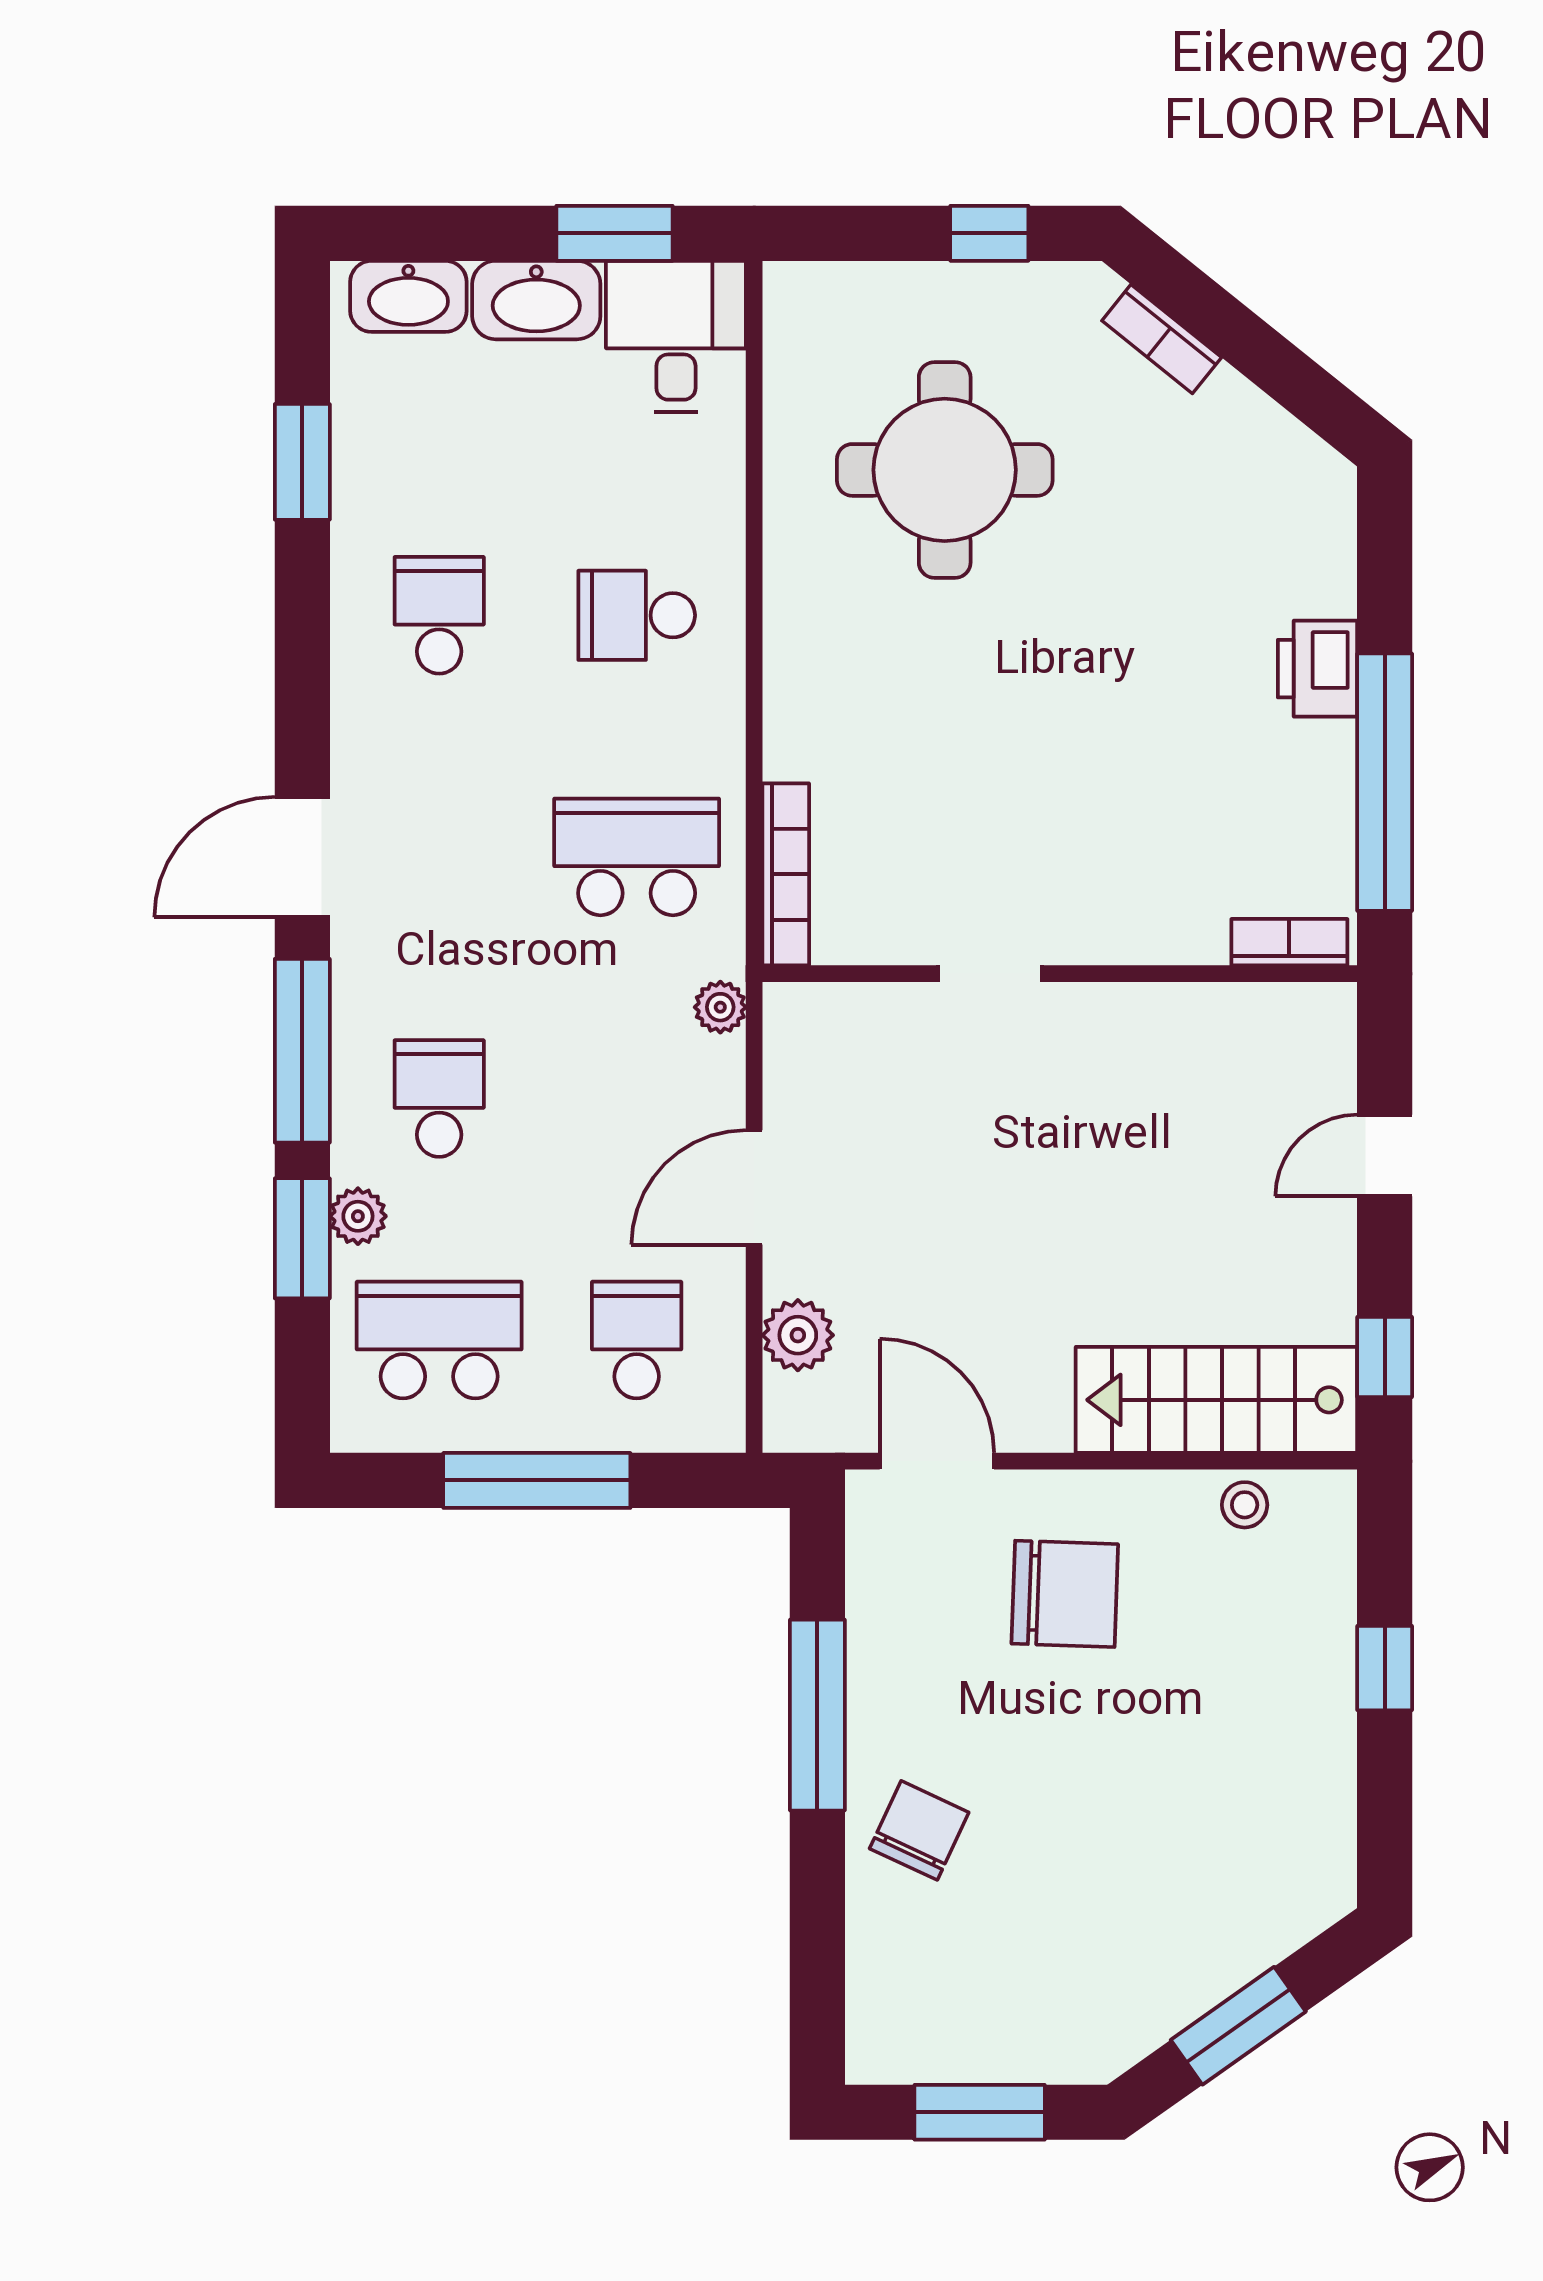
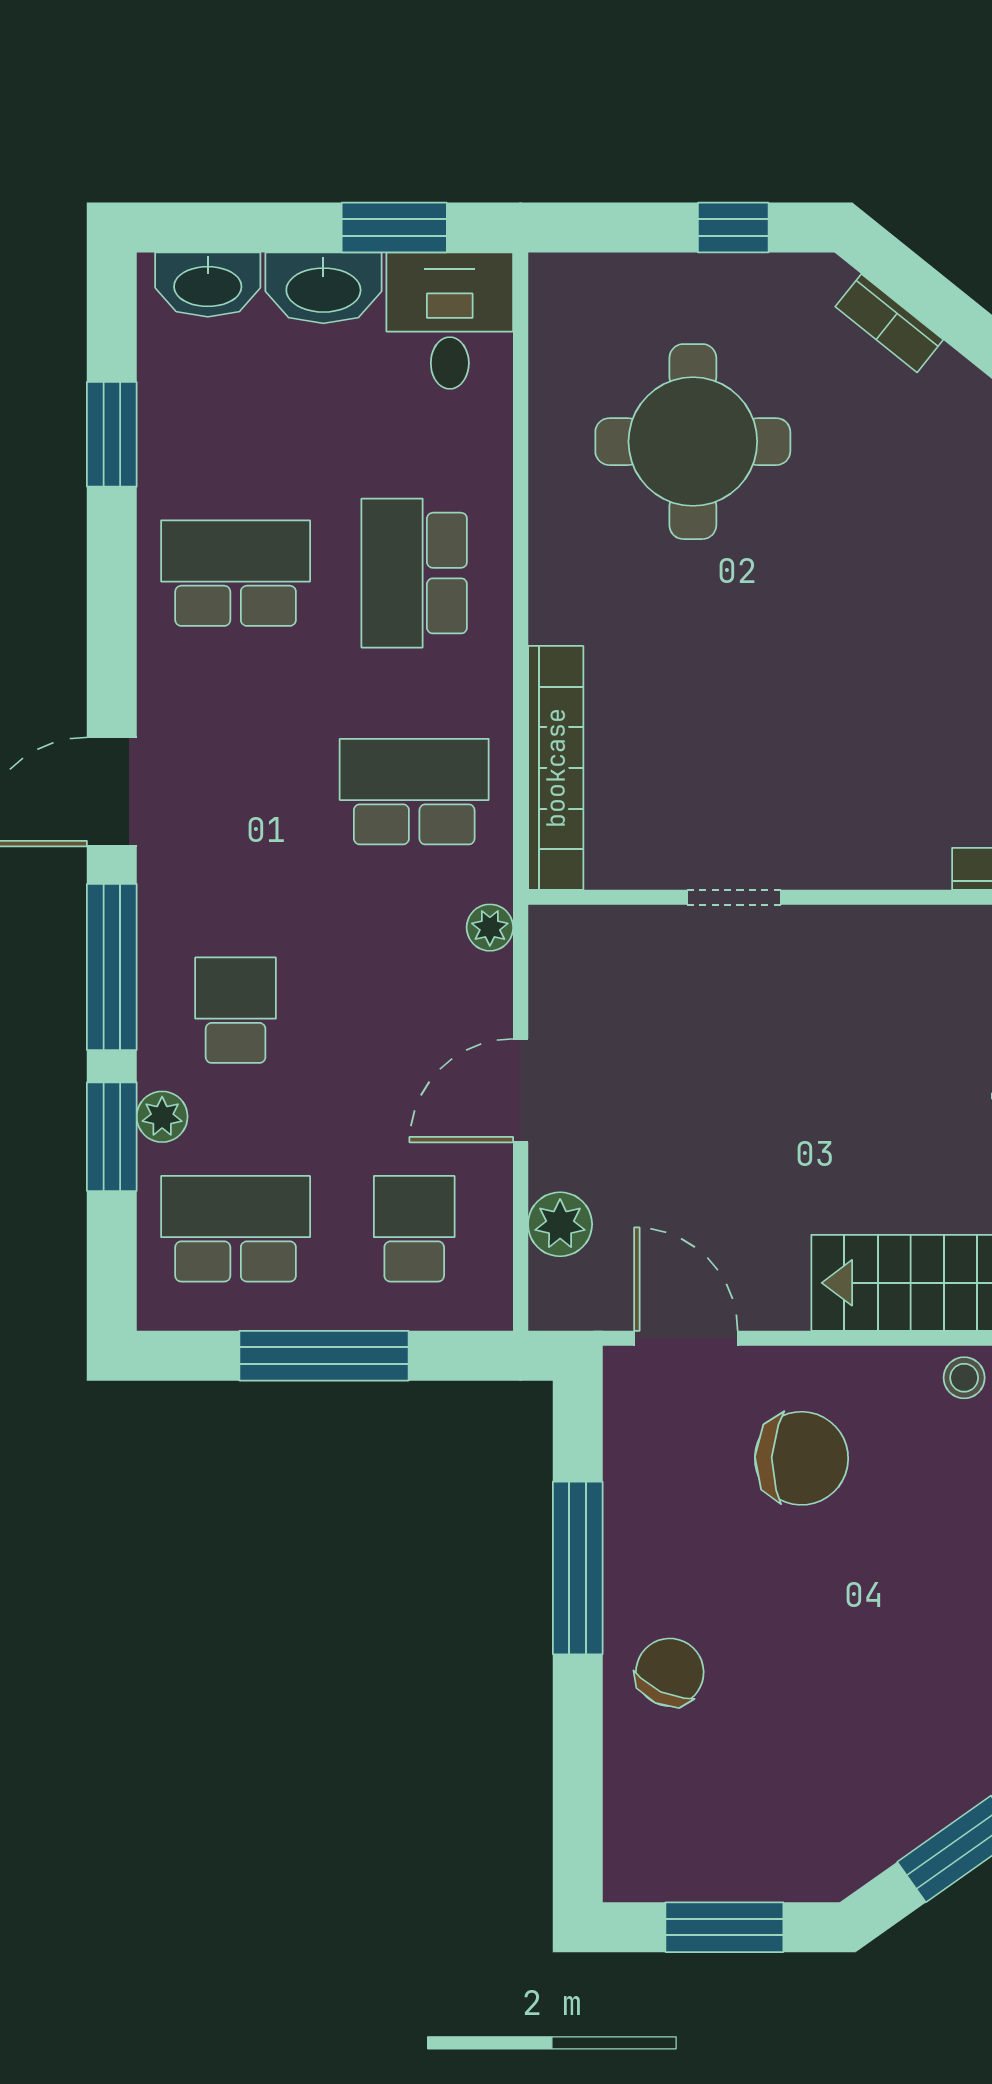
school desk: (439, 615) -> (236, 573), width x1.85
school desk: (637, 615) -> (414, 573), width x1.85
bookcase: (786, 874) -> (556, 768), width x1.48, depth x1.31

